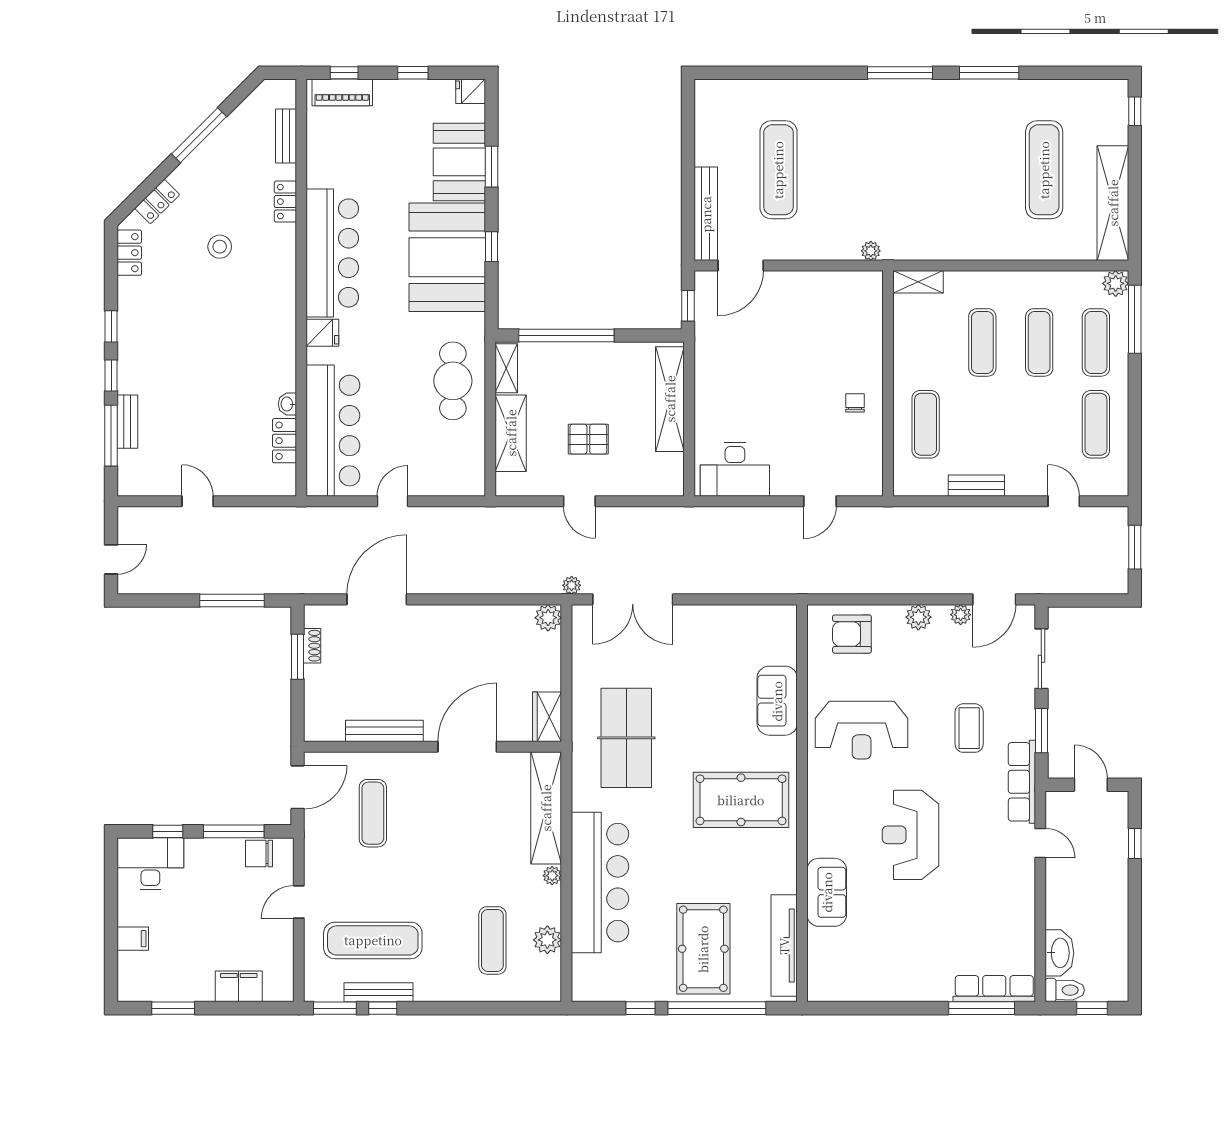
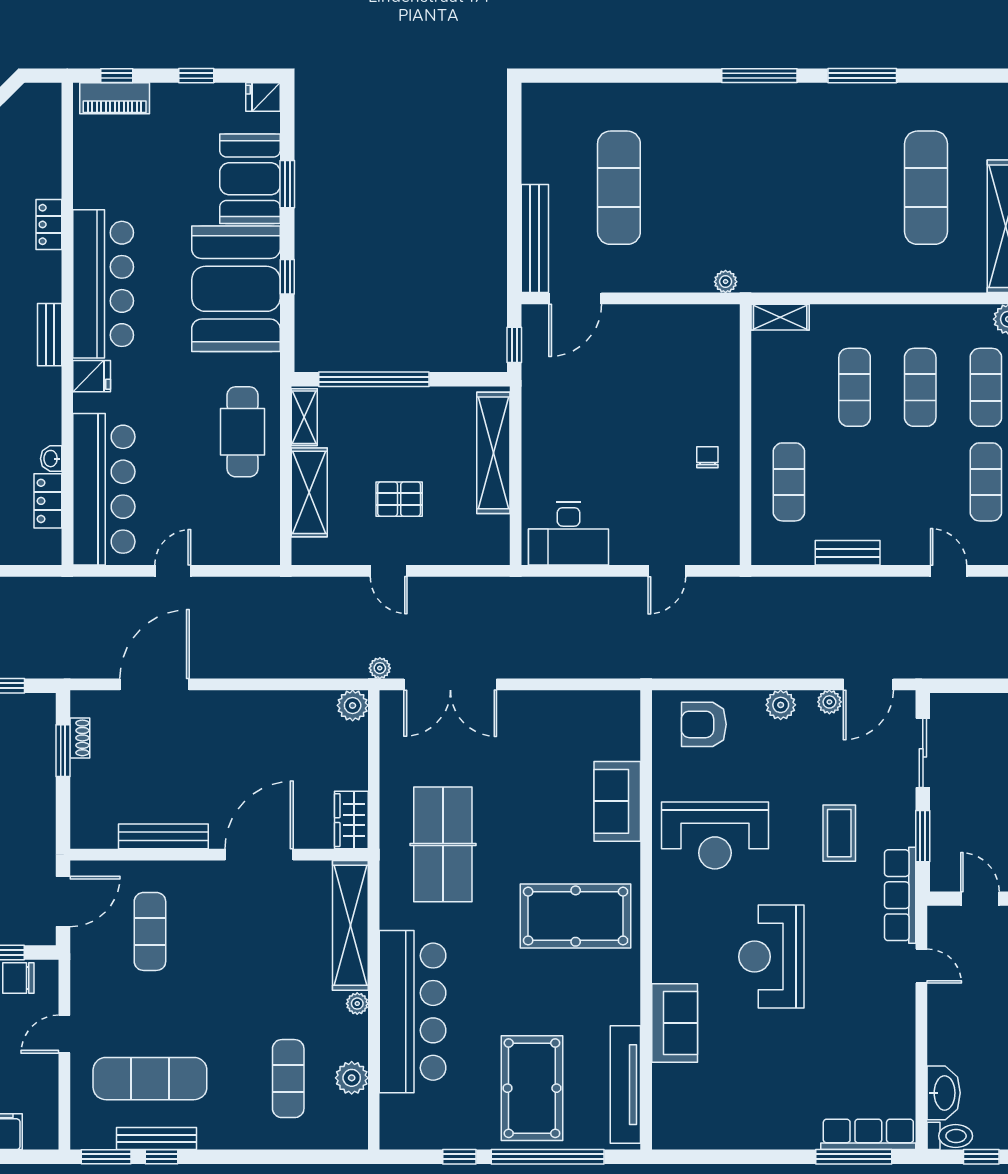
bench: (286, 136) -> (50, 335), moved

